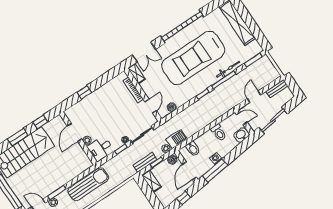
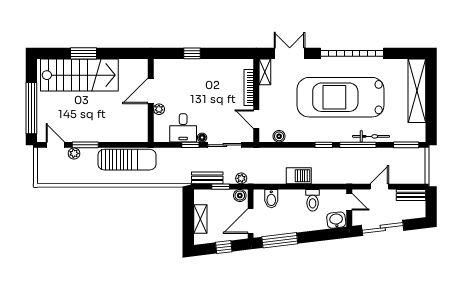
double door: (144, 52) -> (290, 53), swing flipped
door: (151, 106) -> (256, 119), swing flipped
window: (40, 122) -> (121, 53), removed
barbecue: (176, 139) -> (299, 176), moved
desk: (101, 149) -> (183, 128), moved, turned -90
washing machine: (216, 159) -> (290, 227), removed
shelving: (151, 181) -> (200, 219), moved

